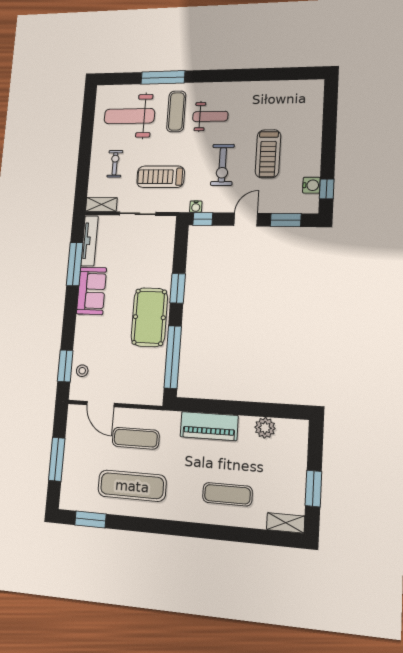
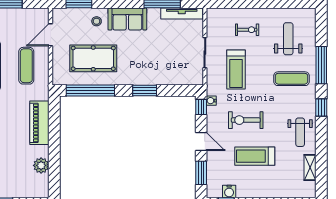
window: (213, 76) -> (321, 108), added
weight bench: (129, 116) -> (288, 39), width x0.73, depth x0.75
weight bench: (210, 116) -> (300, 132), moved
treadmill: (161, 177) -> (236, 70), turned 180
shelving: (101, 204) -> (310, 168), moved
sofa: (91, 291) -> (127, 19), moved
pool table: (149, 317) -> (93, 58), moved
stool: (82, 371) -> (97, 21), moved

